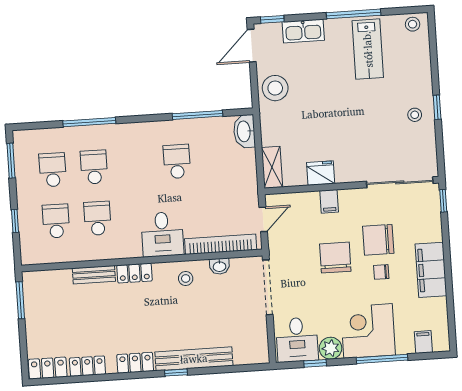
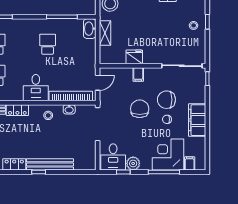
shelving: (272, 167) -> (105, 33), moved
corner desk: (368, 331) -> (168, 155), moved

